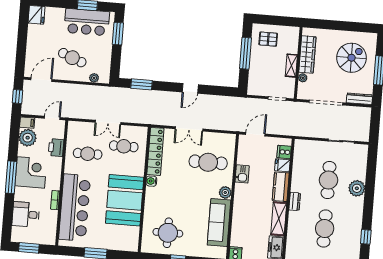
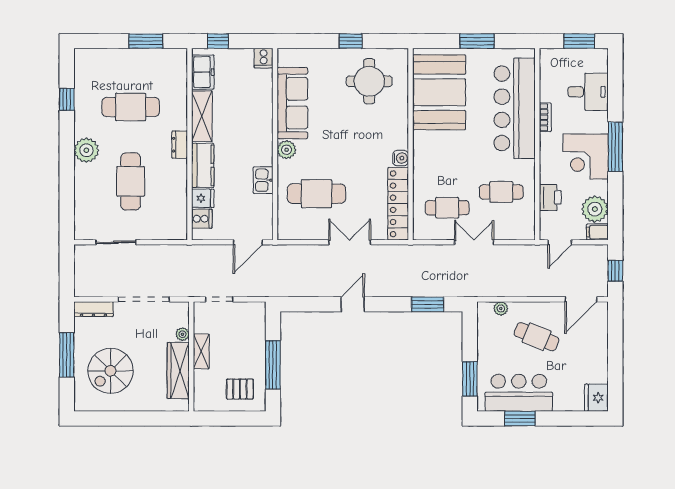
plant: (357, 188) -> (86, 150), moved
booth: (125, 200) -> (439, 92), moved
cafe table: (325, 229) -> (131, 107), turned 90

